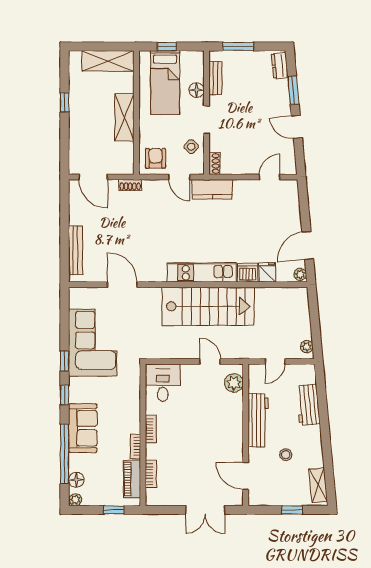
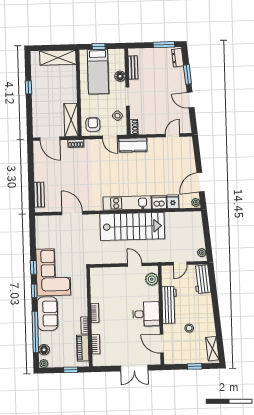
window: (238, 46) -> (164, 45), moved
shelving: (124, 117) -> (71, 120), moved
bench: (76, 250) -> (39, 195), width x0.73
corner sofa: (93, 343) -> (53, 272), moved
desk: (163, 383) -> (146, 314), moved, turned 90
workbench: (308, 405) -> (202, 279), moved

